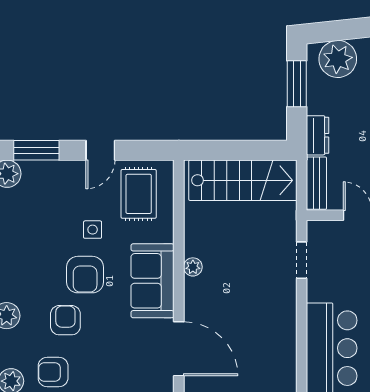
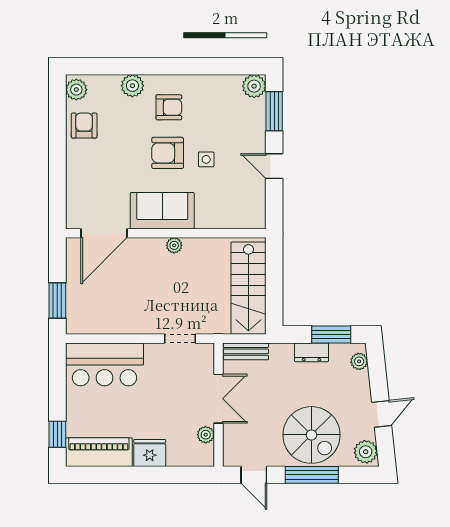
plant: (338, 59) -> (359, 361), width x0.53, depth x0.53
dresser: (318, 135) -> (312, 352), moved
rug: (139, 194) -> (237, 199), removed
armchair: (65, 320) -> (169, 107), moved

